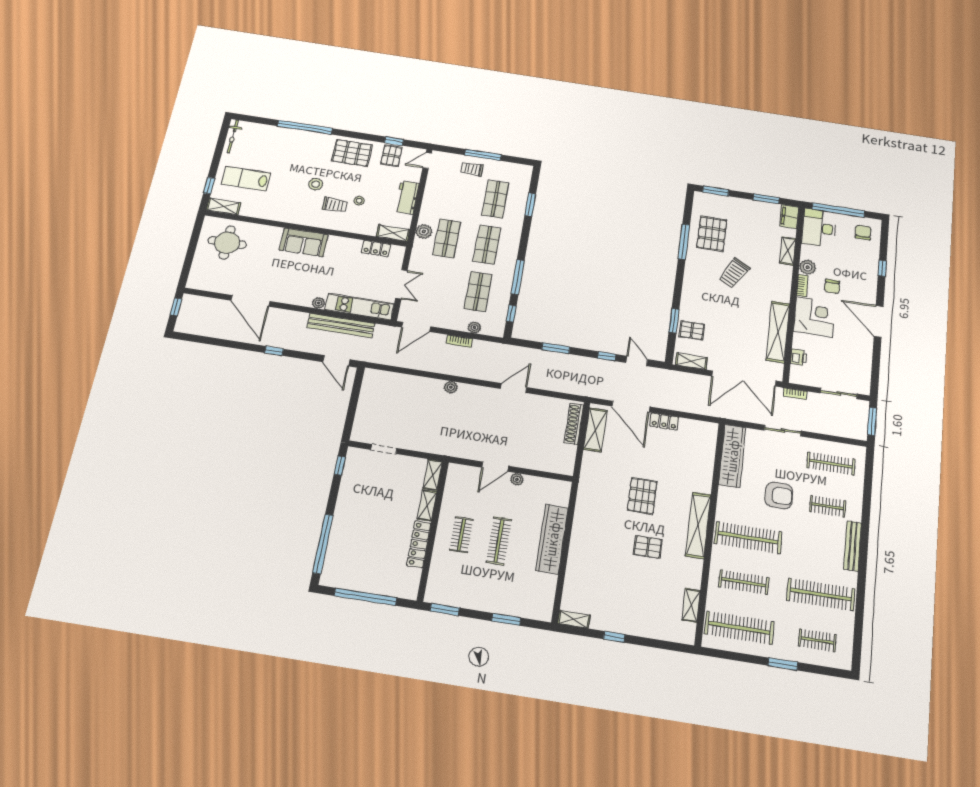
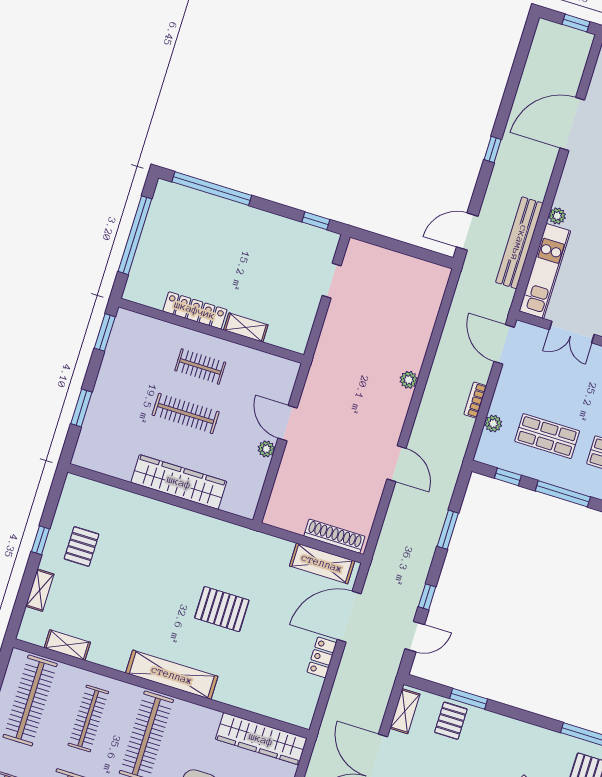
shelving: (433, 475) -> (287, 340), removed
pallet: (648, 547) -> (82, 546), moved
shelving: (574, 619) -> (40, 590), moved

